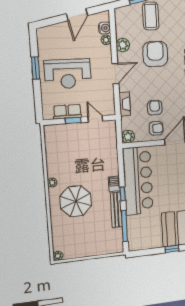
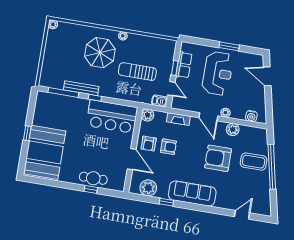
door: (77, 15) -> (267, 76), moved
plant: (106, 40) -> (226, 113), moved
armchair: (155, 54) -> (218, 158), turned 180
reception desk: (68, 74) -> (218, 73), turned 180
door: (95, 119) -> (171, 89), hinge flipped
sun lounger: (86, 158) -> (137, 72), added
bar counter: (138, 181) -> (112, 117), width x0.73
barbecue: (114, 184) -> (159, 101), moved

